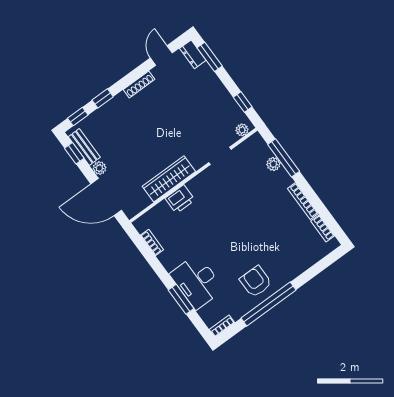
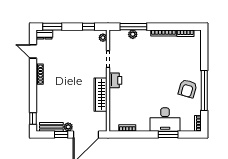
window: (103, 98) -> (33, 99), removed
window: (74, 153) -> (61, 134), moved
printer: (180, 199) -> (115, 80), moved
armchair: (256, 282) -> (188, 89), turned -74

